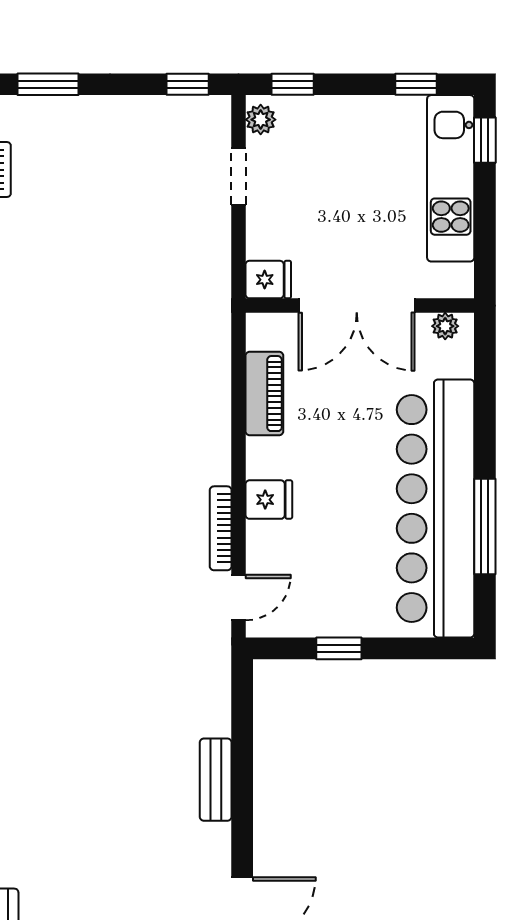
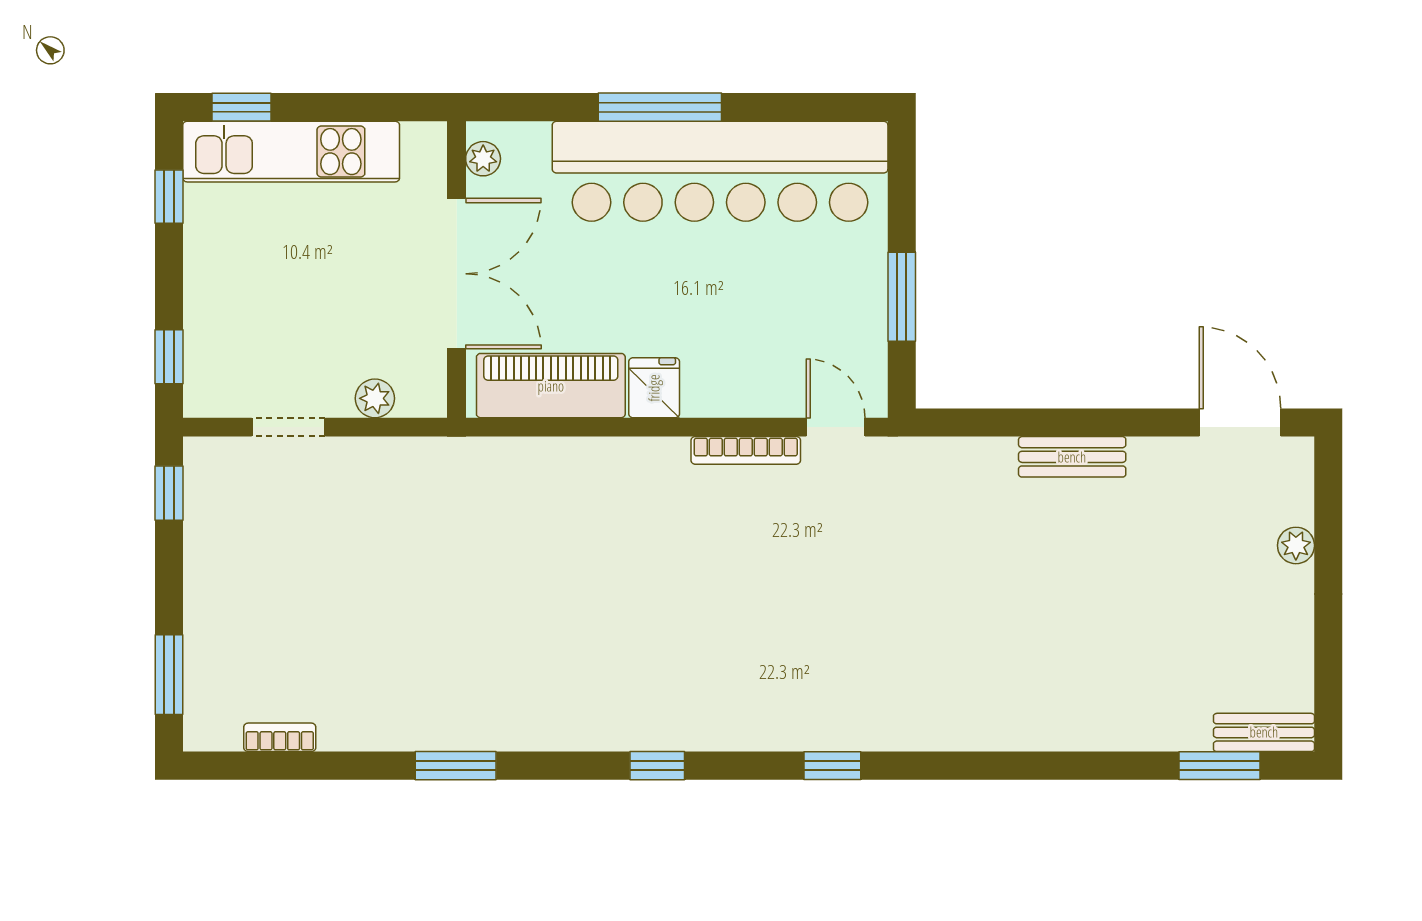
plant: (261, 120) -> (375, 398), moved
fridge: (268, 280) -> (423, 388), removed
piano: (264, 394) -> (551, 386), width x1.37, depth x1.33
fridge: (269, 500) -> (654, 388), moved
window: (485, 527) -> (660, 107), moved
window: (339, 648) -> (902, 297), width x1.50

